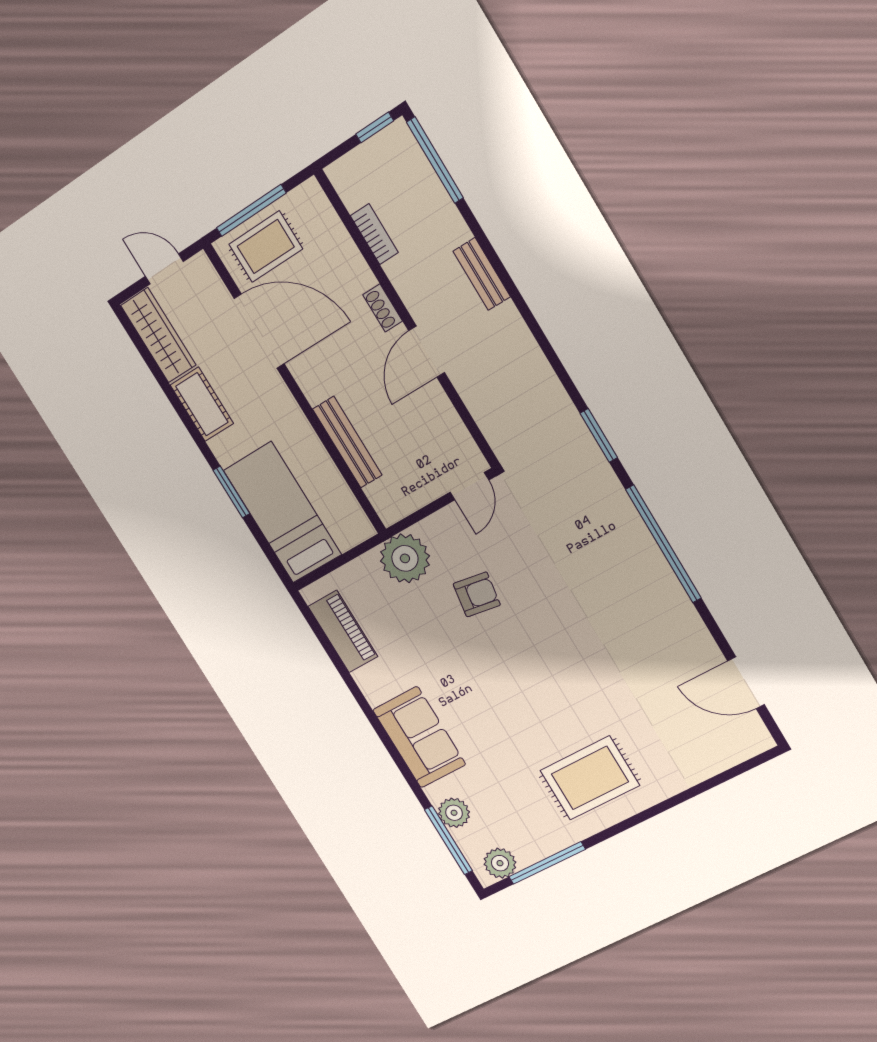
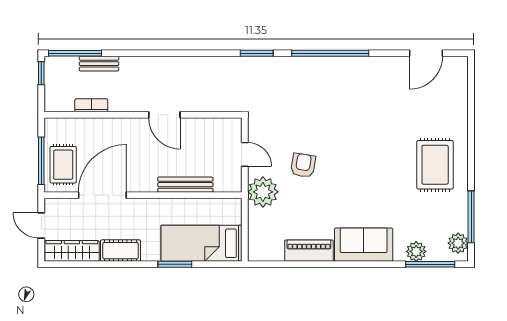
door: (164, 269) -> (41, 225), hinge flipped
bench: (482, 274) -> (99, 64), moved
shoe rack: (383, 308) -> (129, 124), removed
door: (469, 486) -> (245, 154), moved
piano: (343, 632) -> (309, 251), moved

